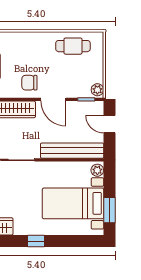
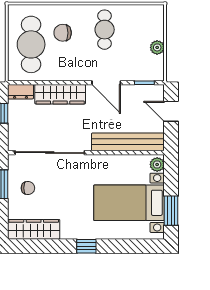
cafe table: (73, 46) -> (105, 30), moved, turned 90
chair: (29, 83) -> (63, 33), moved
plant: (97, 90) -> (157, 47), moved

